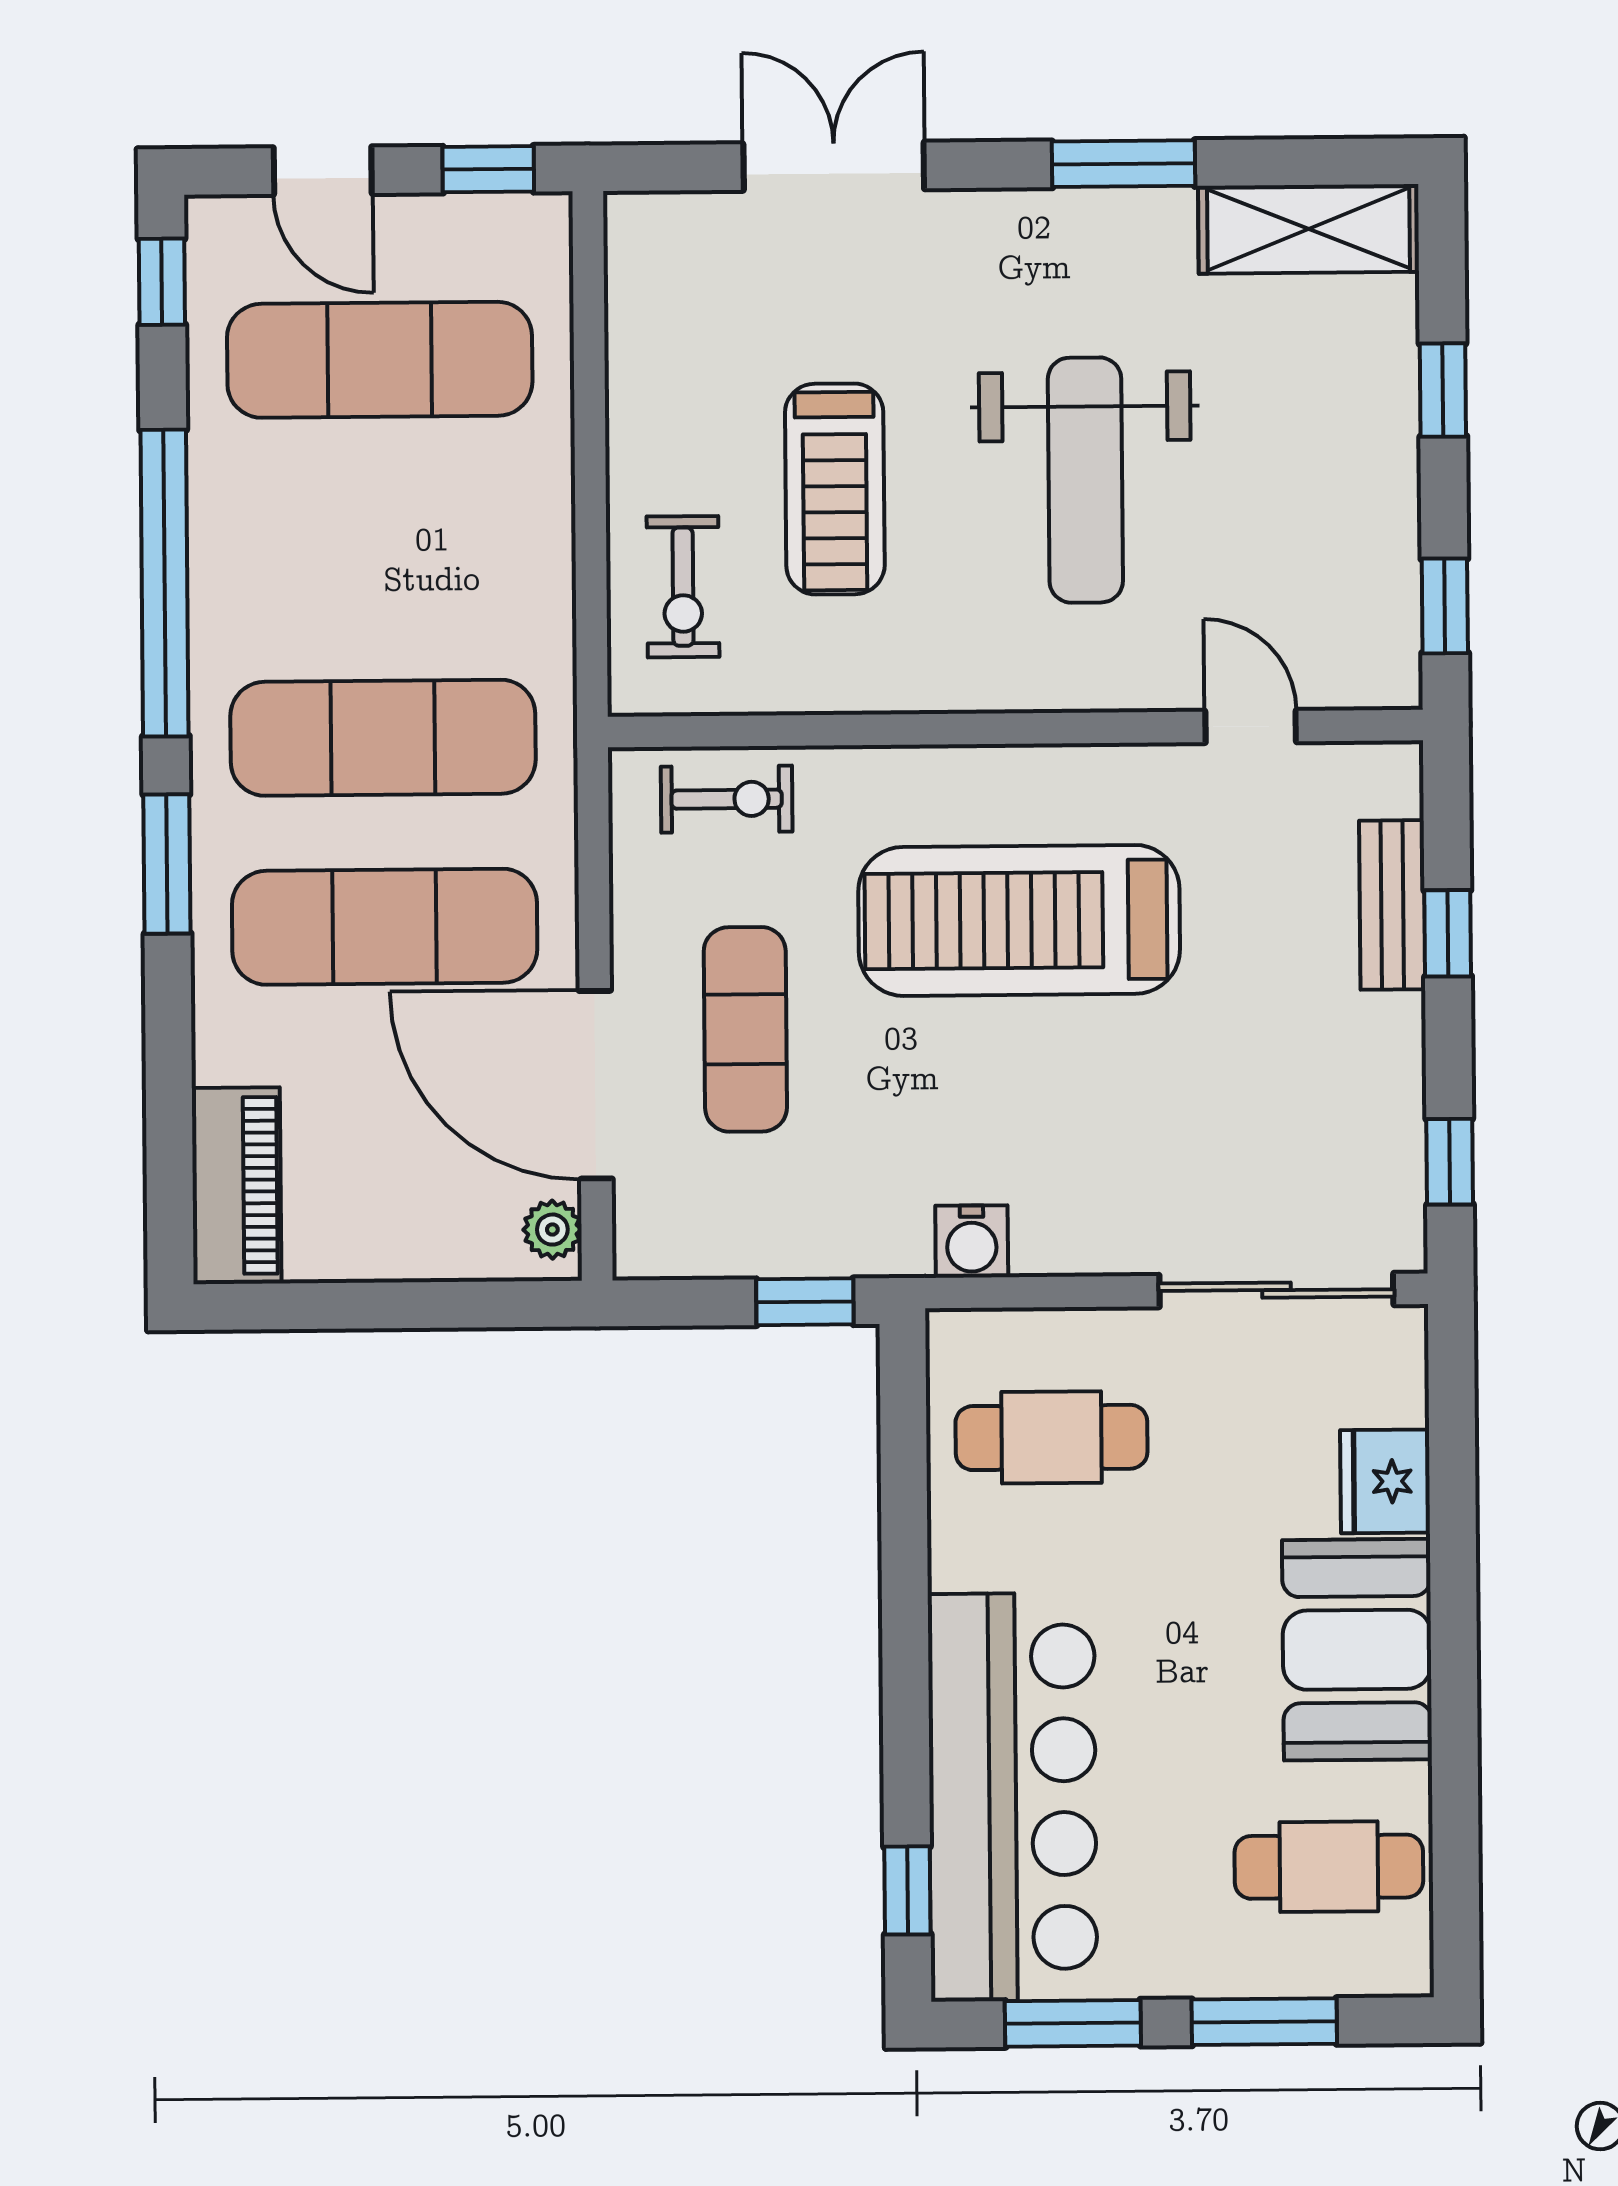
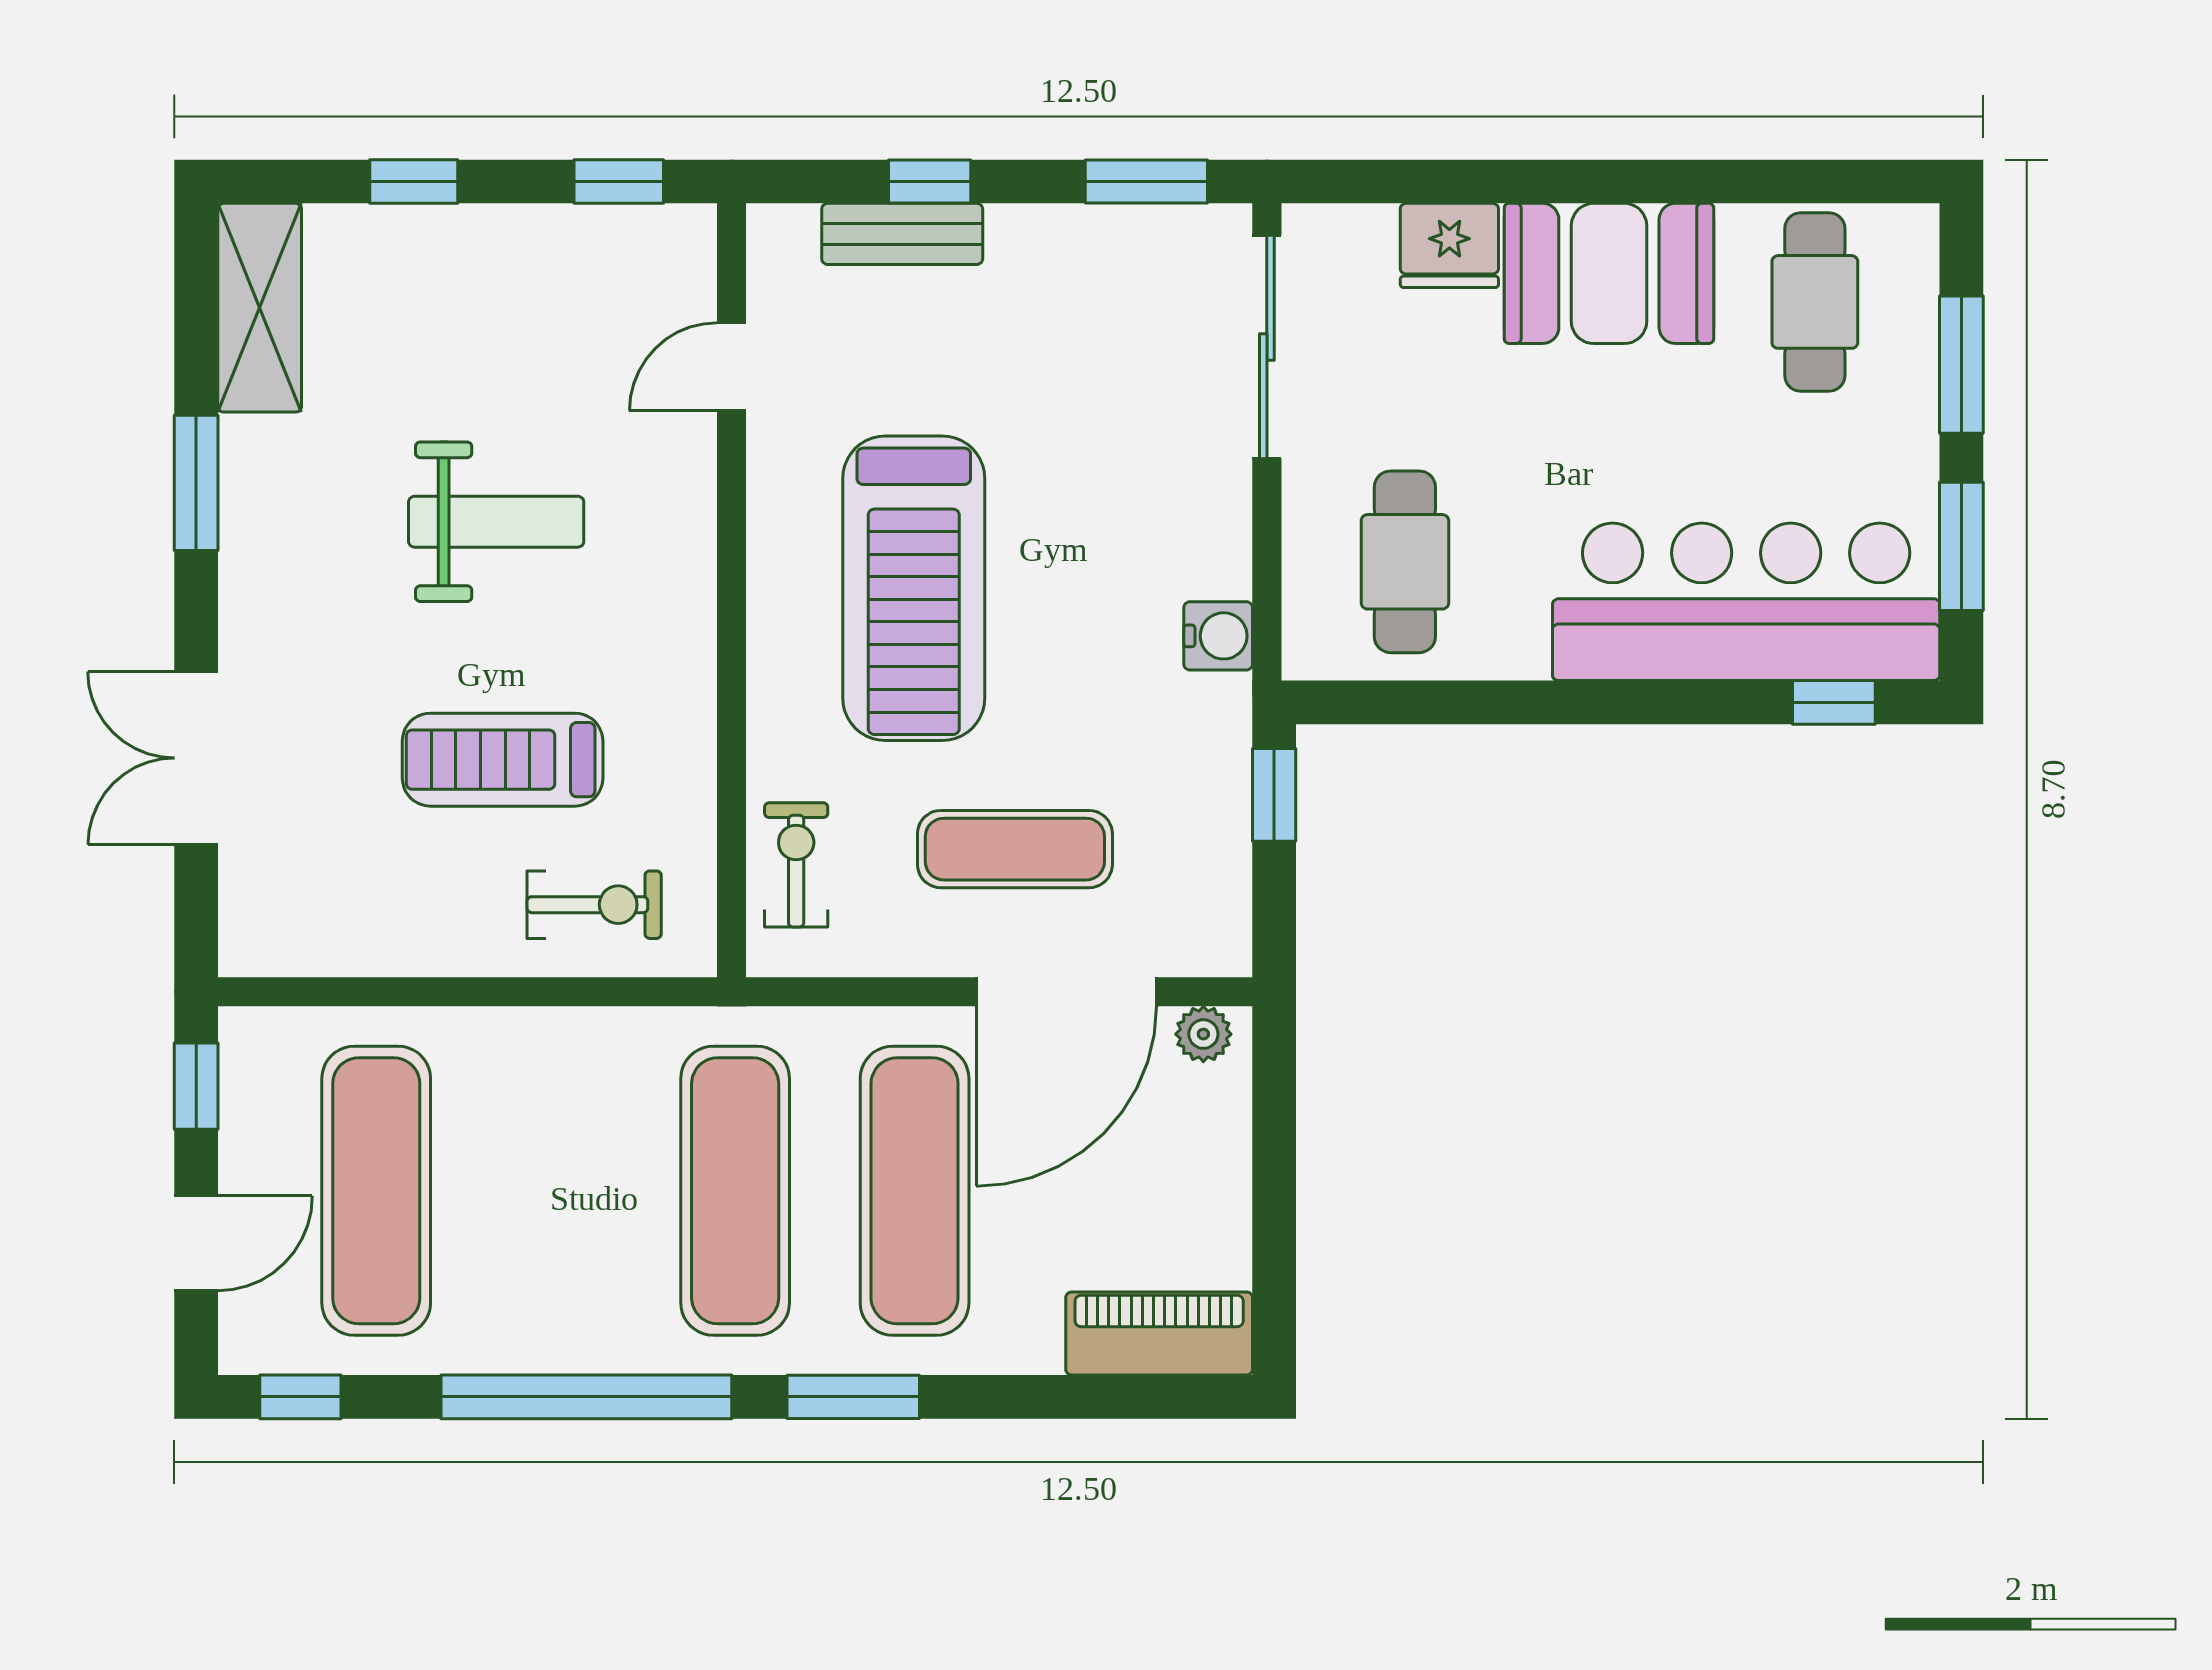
weight bench: (1085, 480) -> (496, 522), width x0.73, depth x0.75
treadmill: (835, 489) -> (503, 760), turned 180
window: (1450, 1162) -> (1146, 181), width x1.50

